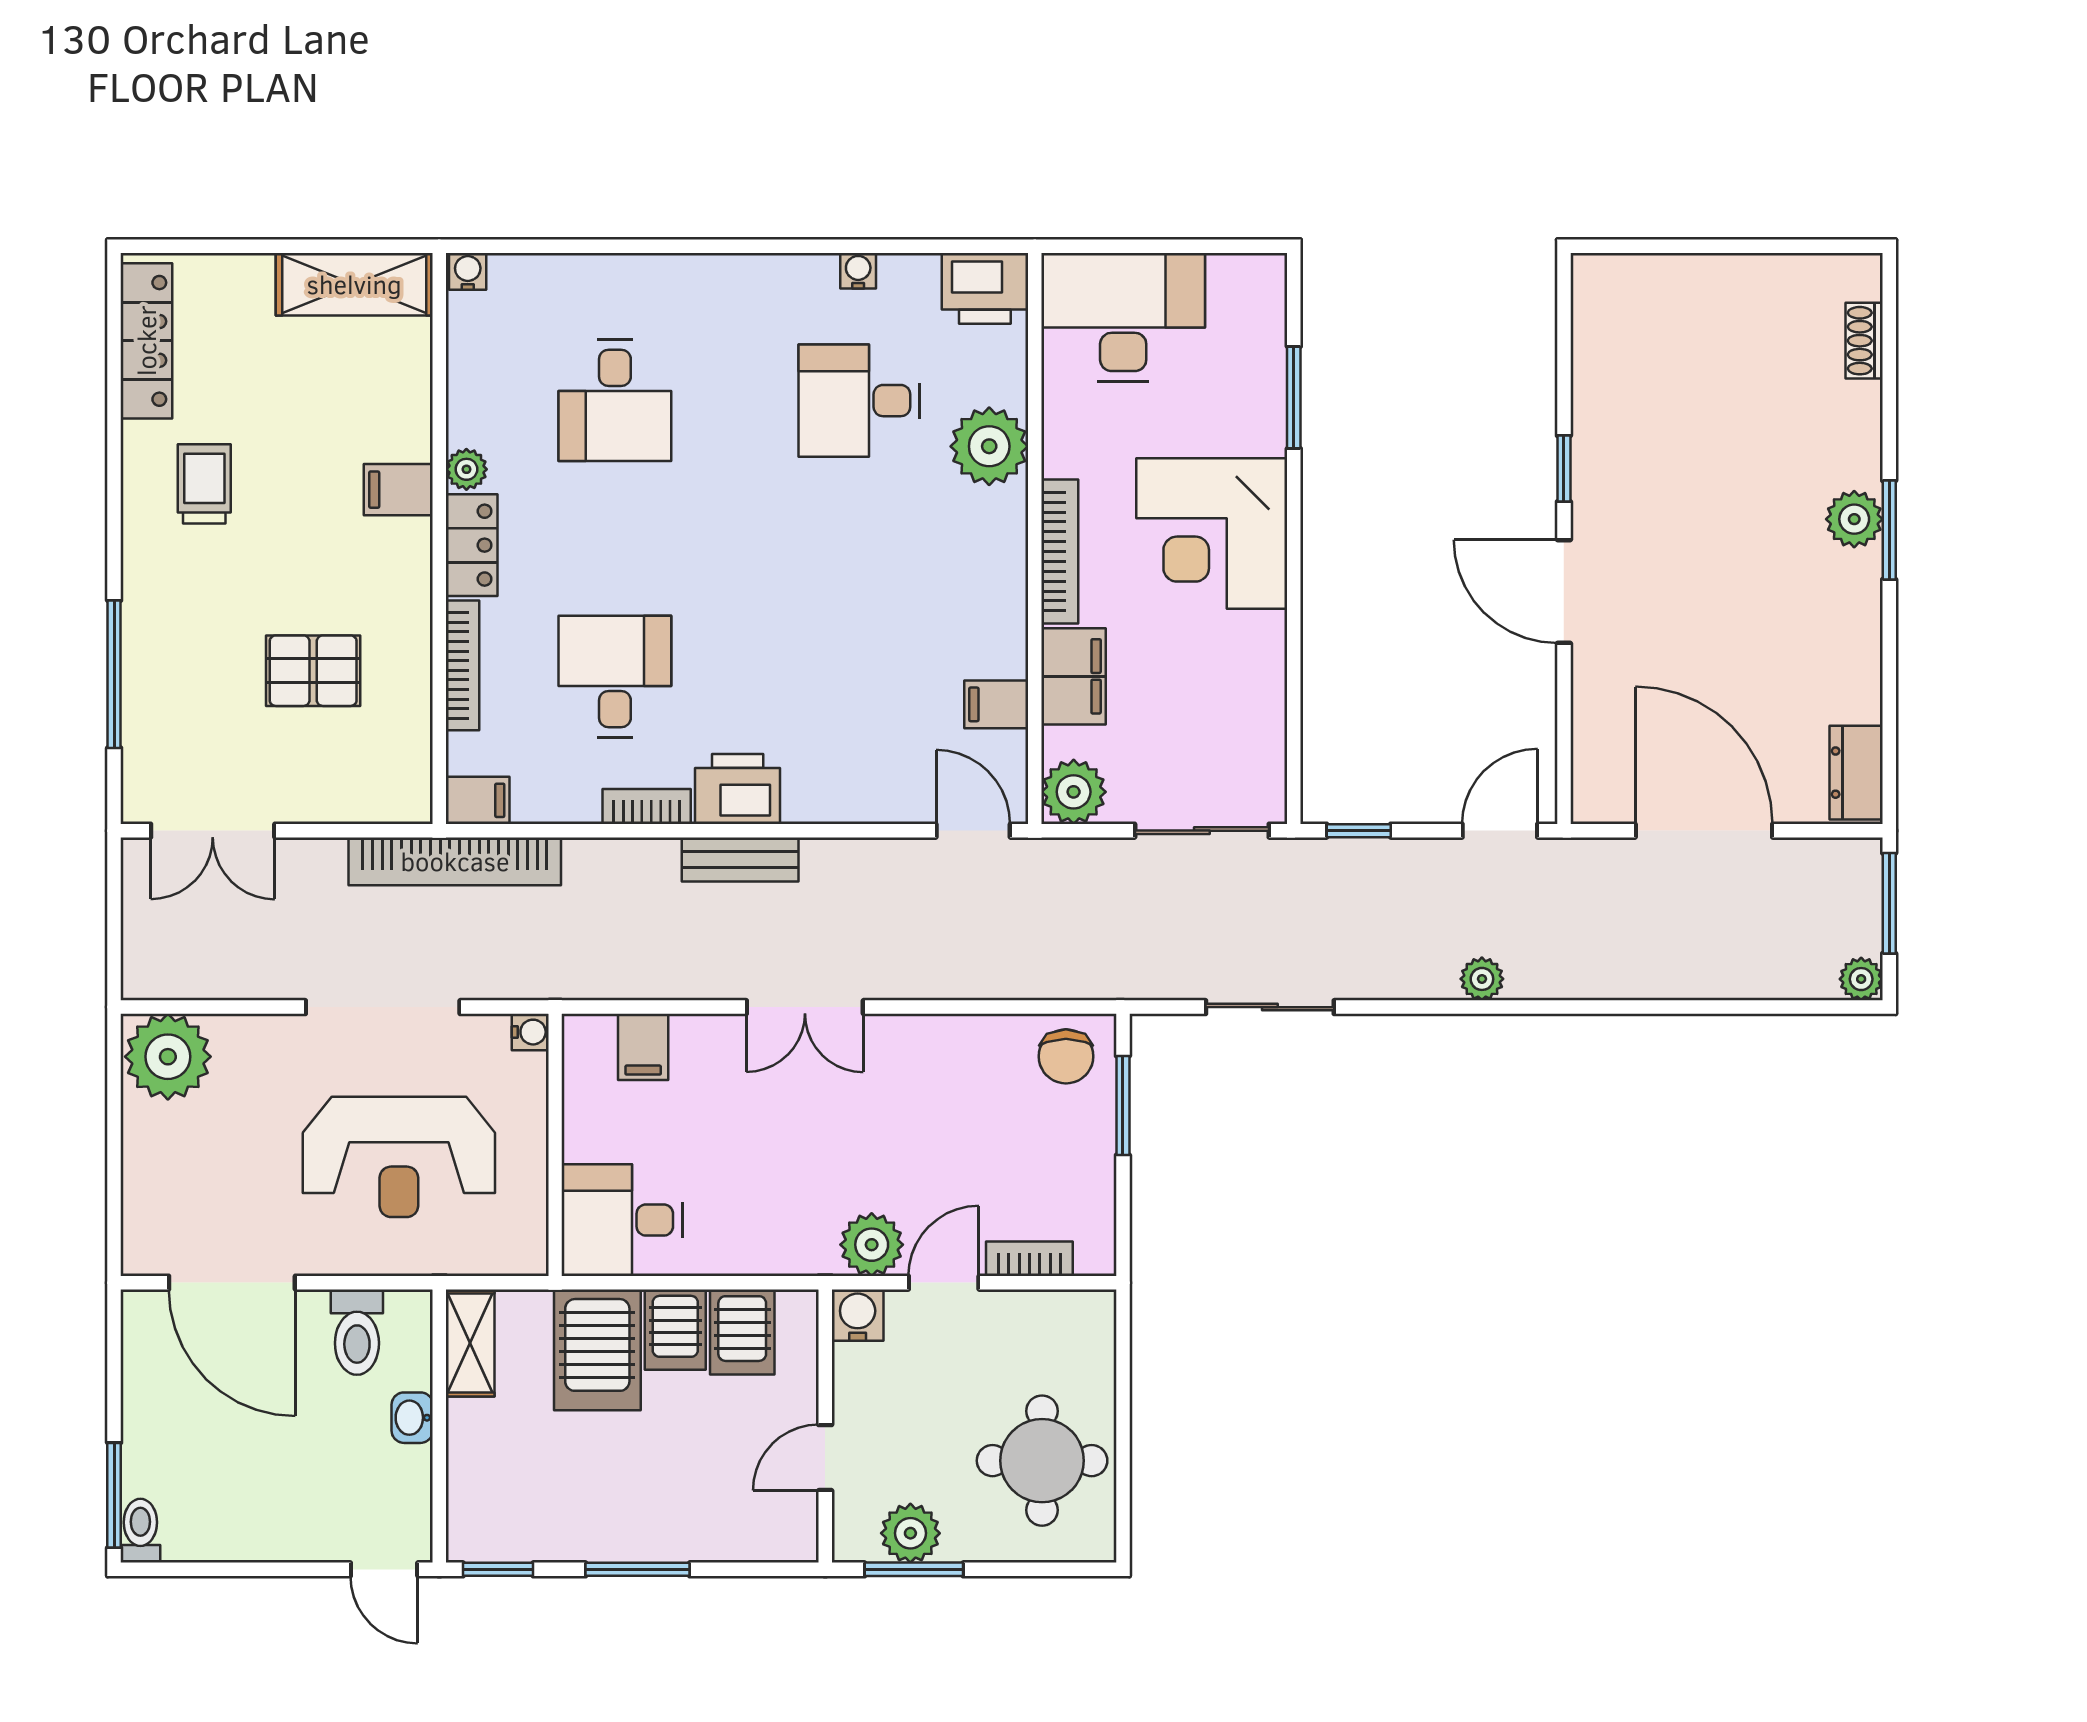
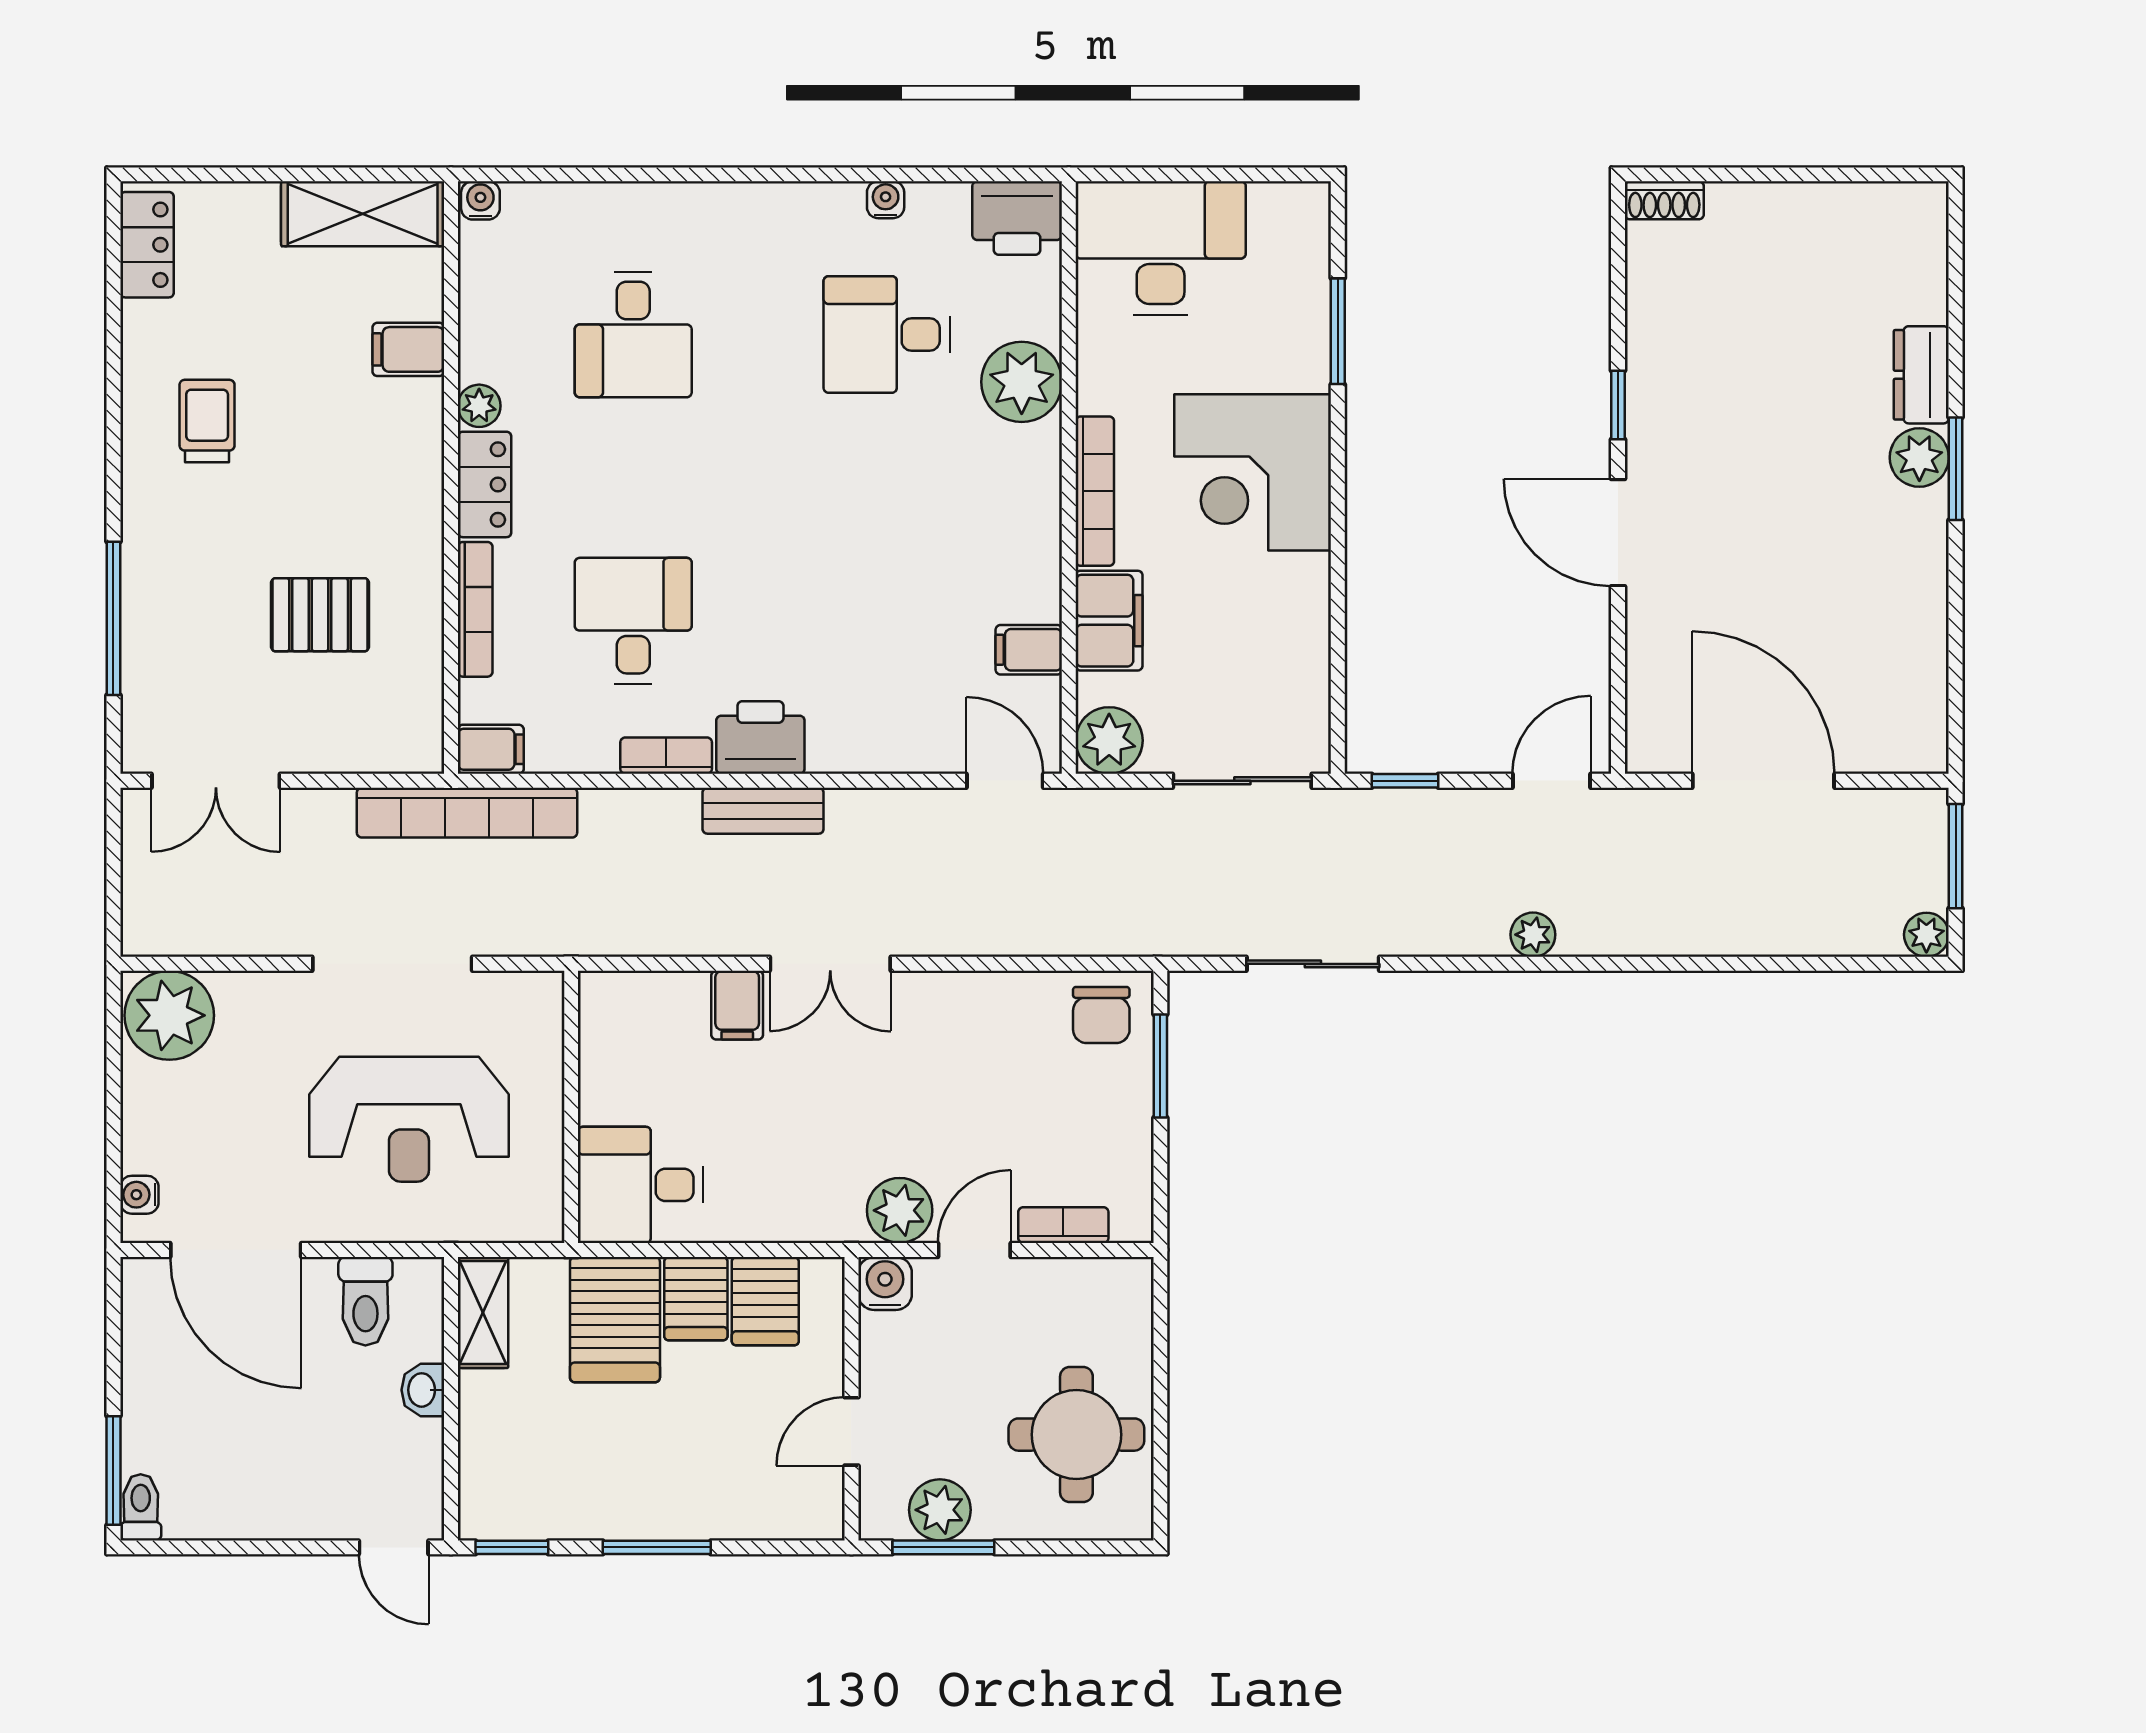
locker: (146, 341) -> (147, 245), width x0.66
shoe rack: (1864, 341) -> (1664, 200), moved, turned -90
filing cabinet: (398, 490) -> (408, 349), moved
dresser: (1856, 773) -> (1921, 375), moved
water cooler: (530, 1032) -> (139, 1195), moved, turned 180
filing cabinet: (643, 1047) -> (737, 1005), moved

